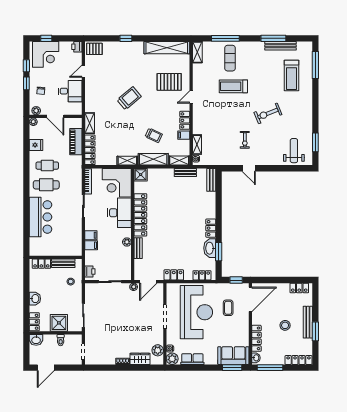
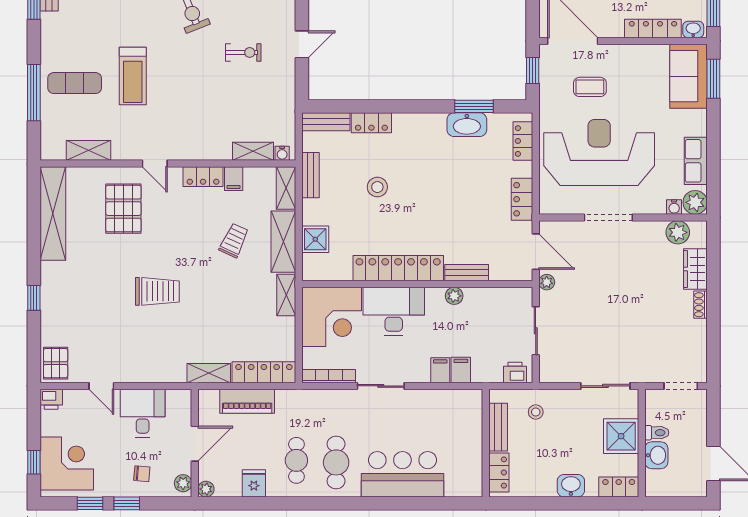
shelving: (197, 52) -> (89, 150), moved
trolley: (129, 98) -> (157, 291), turned 130
shower: (141, 175) -> (315, 239), moved
stool: (180, 205) -> (377, 187), added
locker: (211, 228) -> (371, 123), moved
washbasin: (36, 340) -> (656, 455), moved

